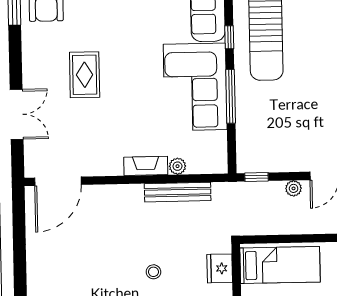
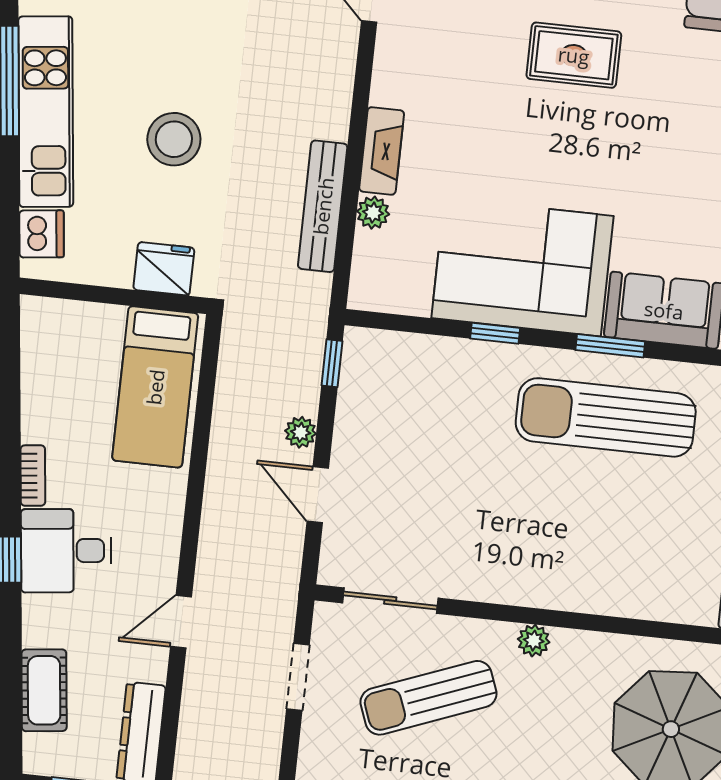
window: (229, 37) -> (610, 346), width x1.50
window: (231, 96) -> (495, 333), width x0.46
stool: (153, 272) -> (174, 139), width x1.89, depth x1.89

